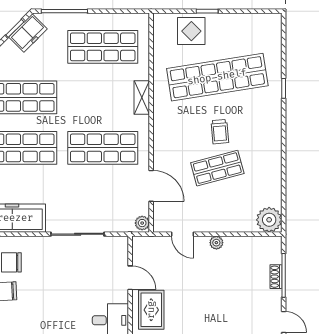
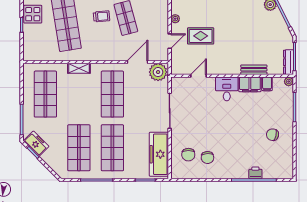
display table: (191, 31) -> (33, 14), moved
plant: (142, 223) -> (158, 72), width x1.88, depth x1.88
rug: (151, 310) -> (201, 36), moved

